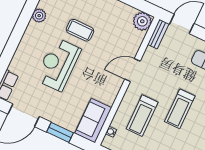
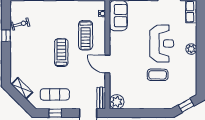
plant: (39, 16) -> (191, 49), moved
door: (132, 70) -> (107, 64), swing flipped
treadmill: (142, 116) -> (86, 35), turned 180

